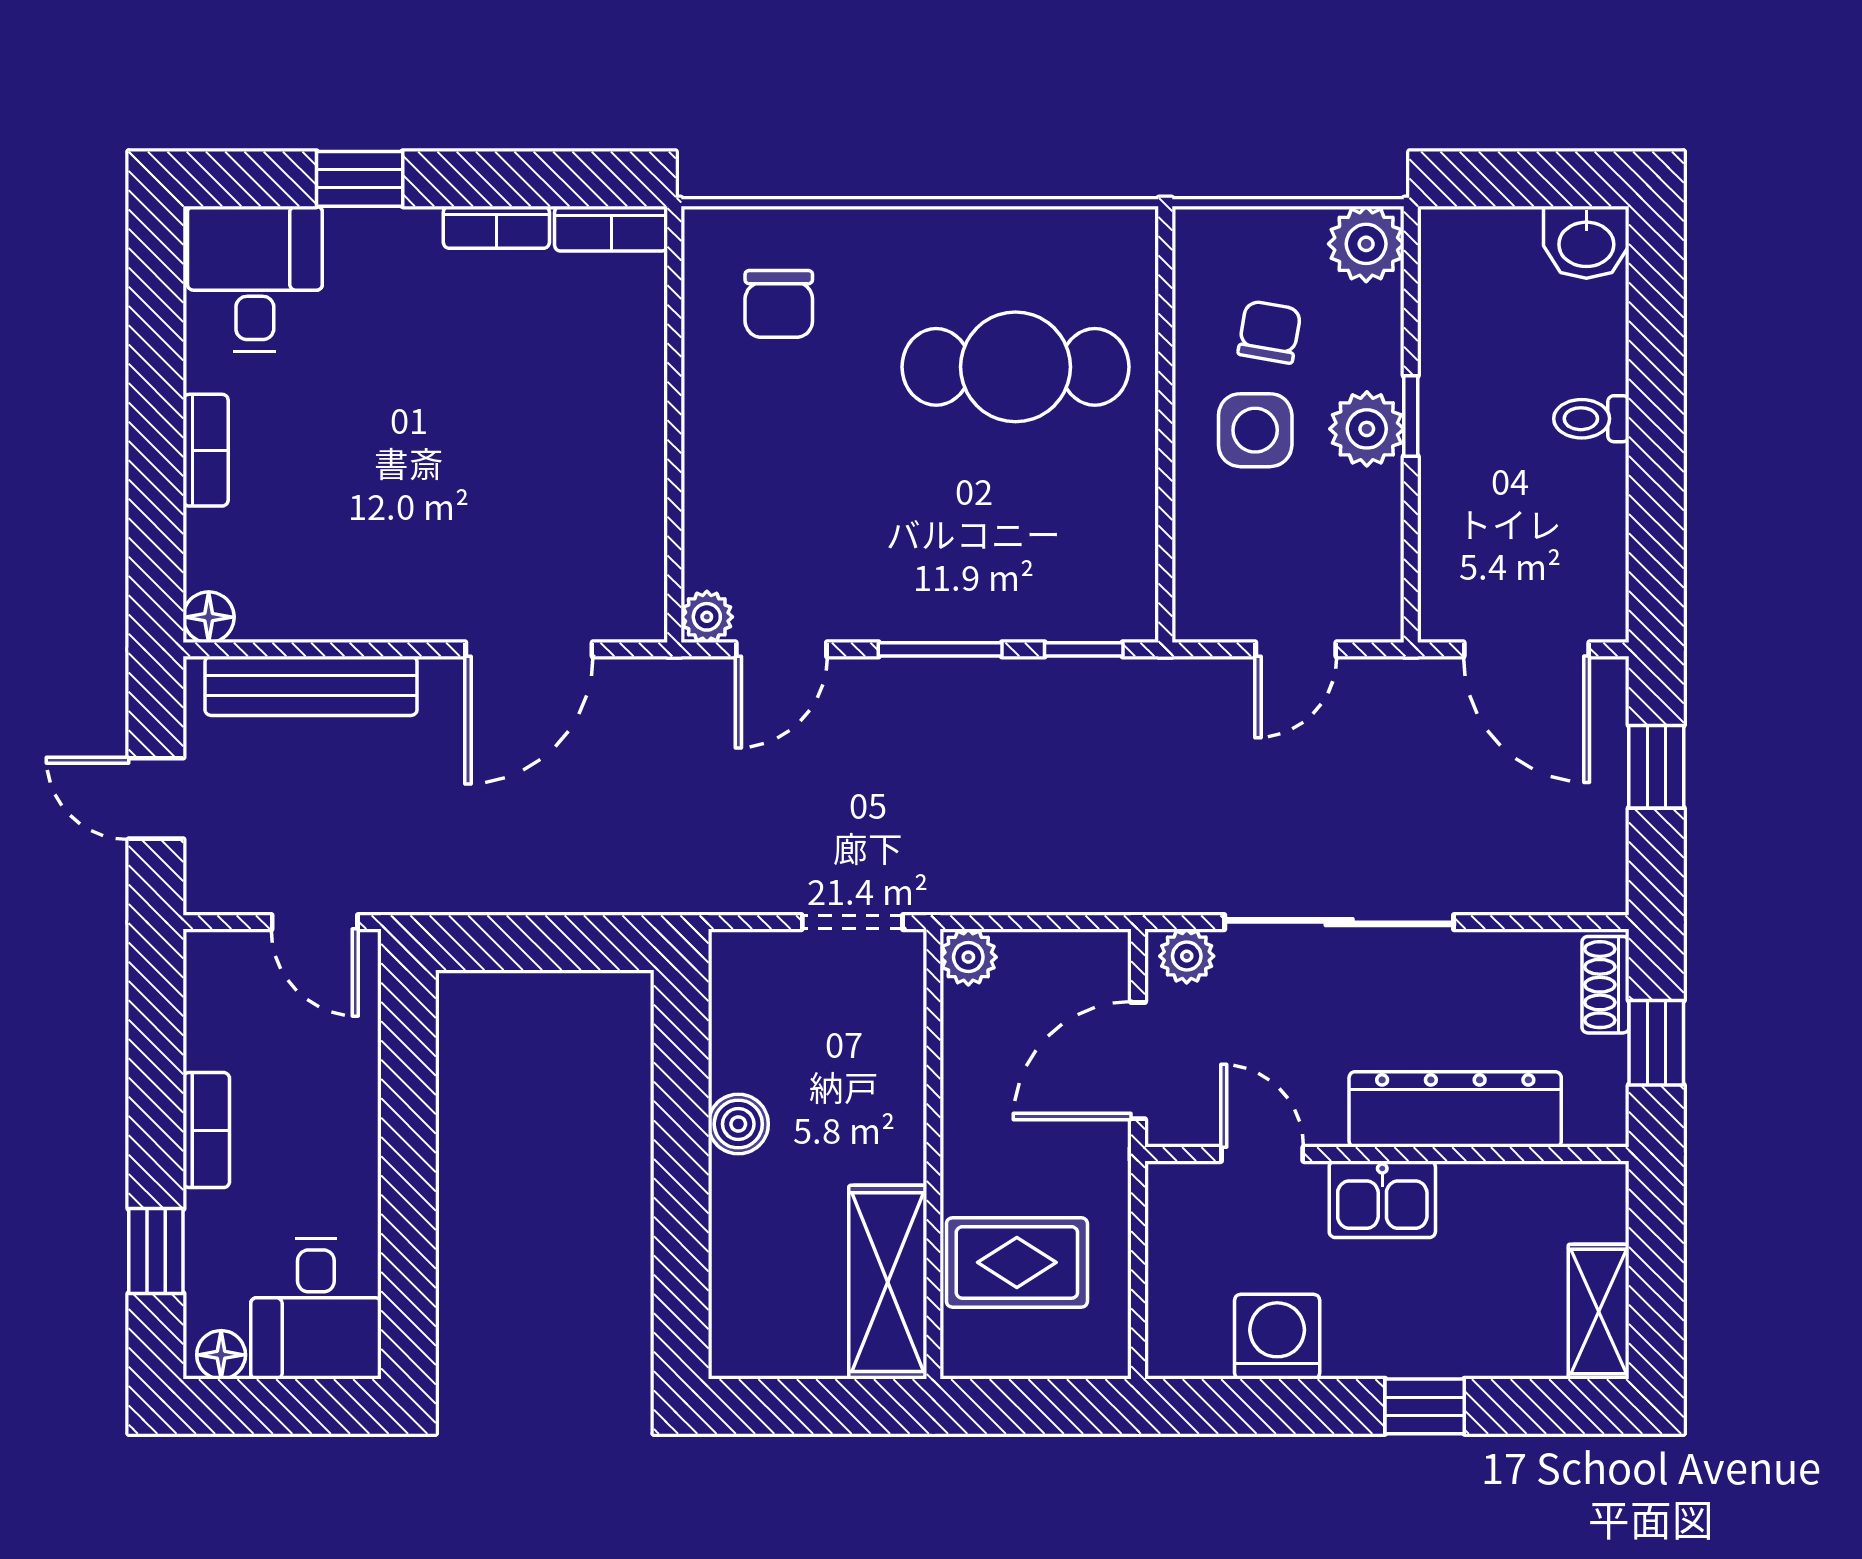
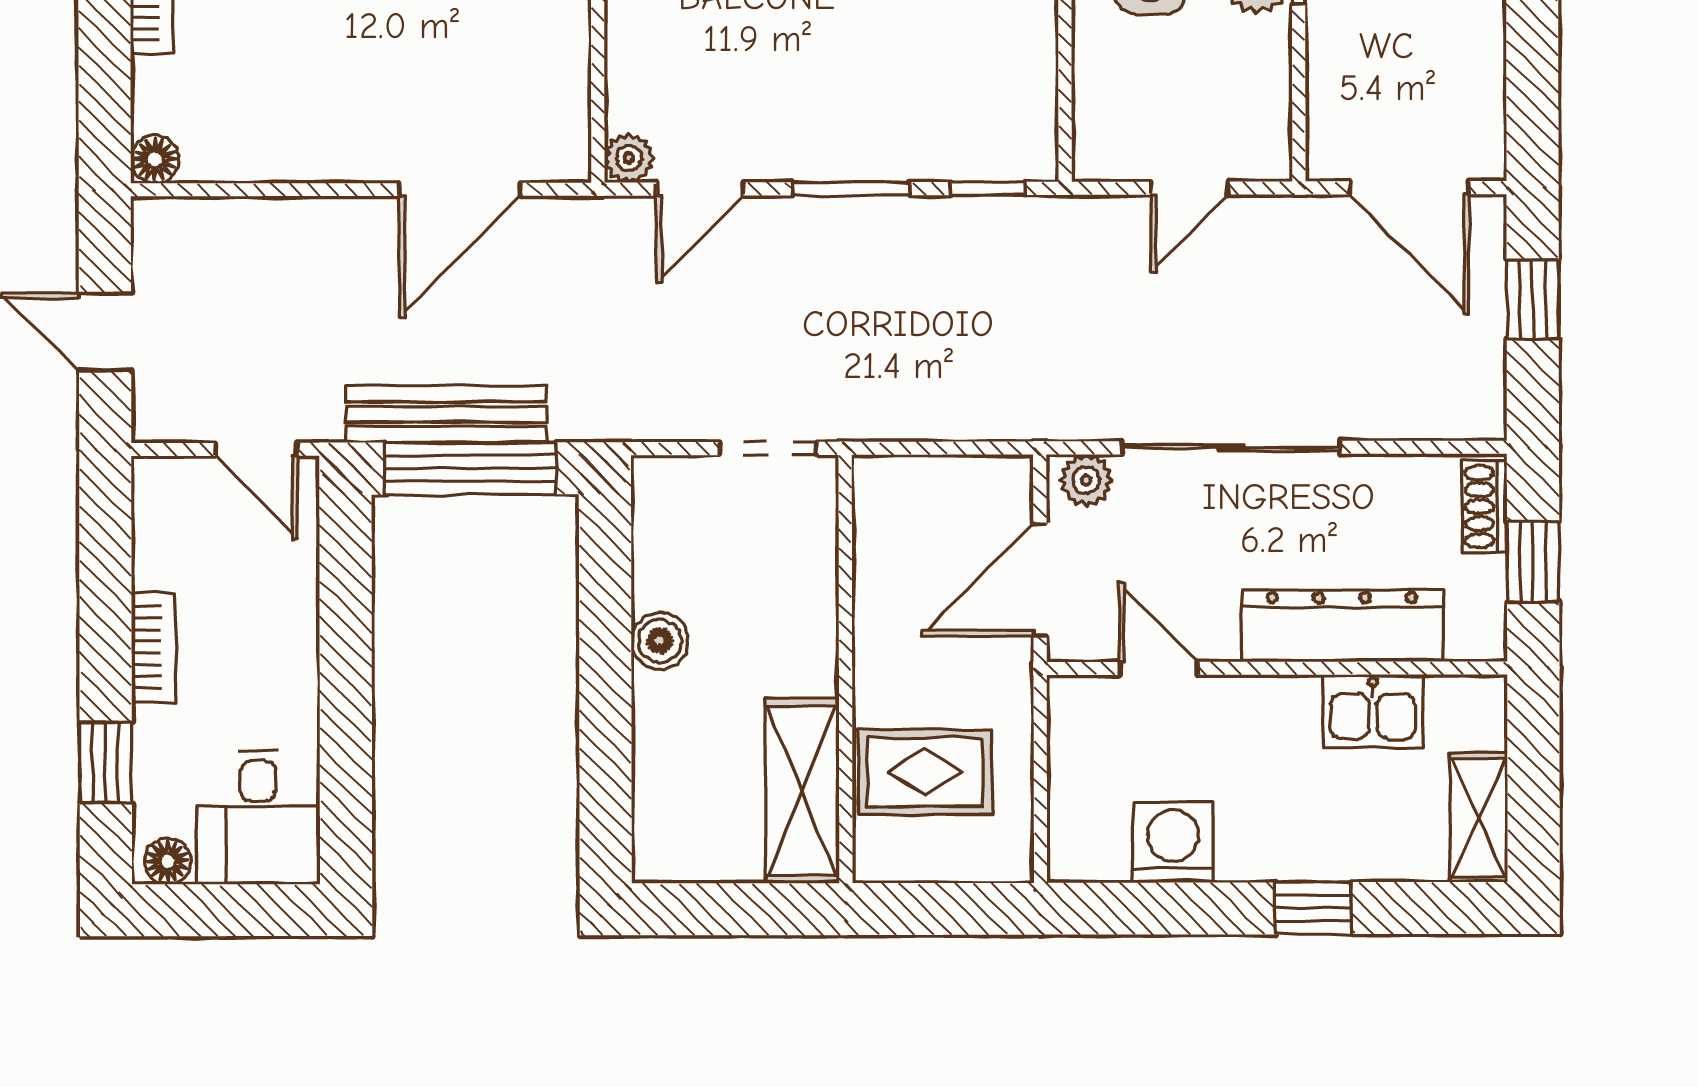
bench: (311, 686) -> (446, 414), moved
window: (540, 943) -> (471, 468), added
plant: (968, 957) -> (878, 481), removed
kitchen sink: (1382, 1199) -> (1373, 711), moved

